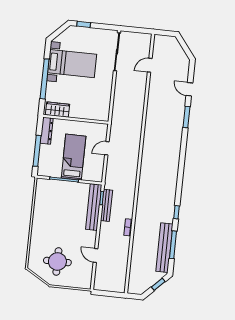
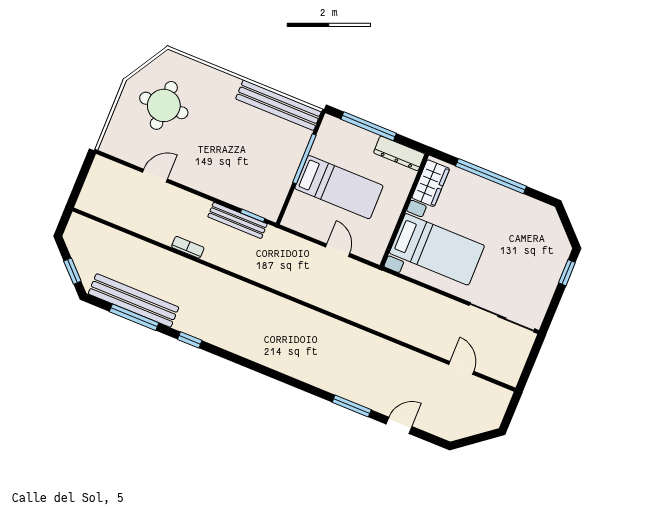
bed with nightstands: (72, 64) -> (437, 249), moved, turned -90
bench: (94, 207) -> (278, 105), moved

